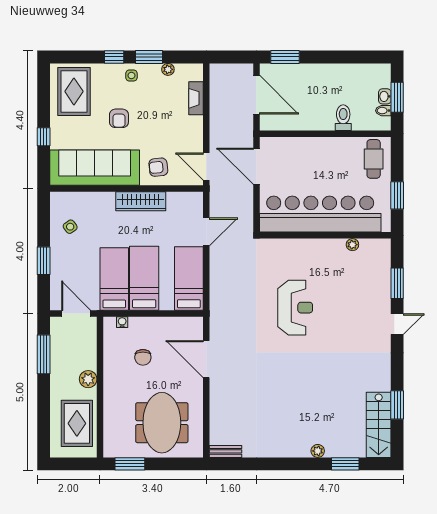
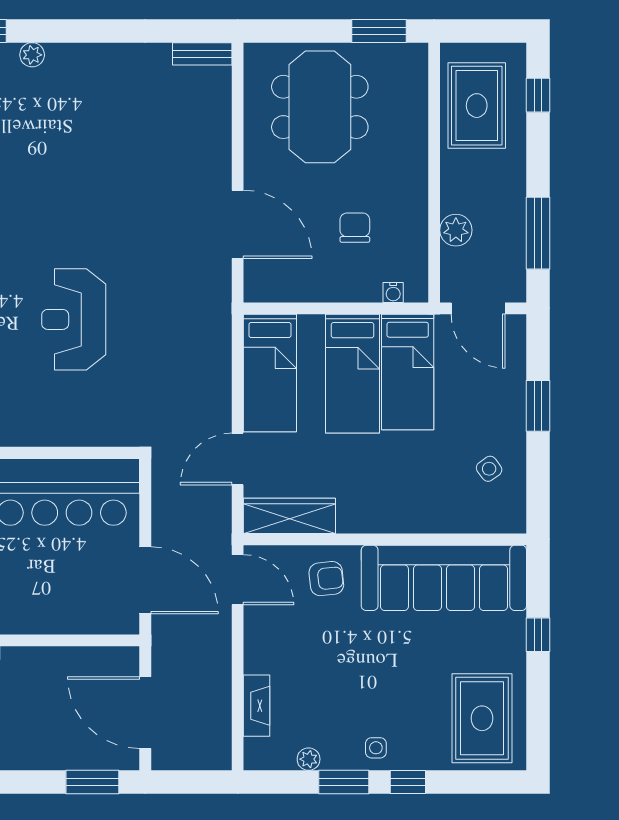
armchair: (119, 118) -> (399, 669), removed
wardrobe: (141, 201) -> (289, 516), moved
plant: (88, 379) -> (456, 230), moved
window: (44, 429) -> (538, 95), added

